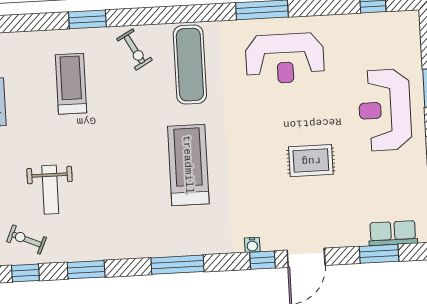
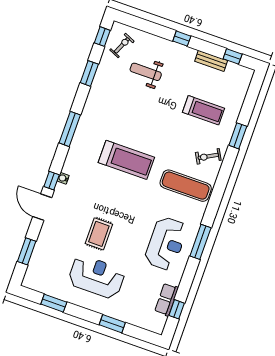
reception desk: (285, 58) -> (166, 244), turned 180
reception desk: (385, 110) -> (97, 277), moved
row of seats: (393, 233) -> (167, 299), moved, turned 180

